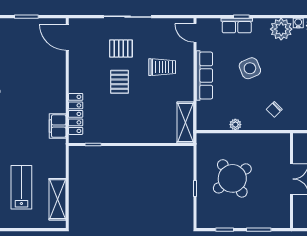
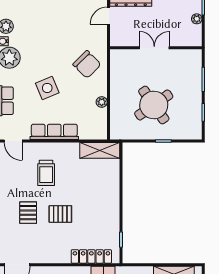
door: (195, 33) -> (13, 141), hinge flipped
trolley: (162, 67) -> (46, 173), turned 180
chair: (274, 109) -> (87, 64), width x1.87, depth x1.87

